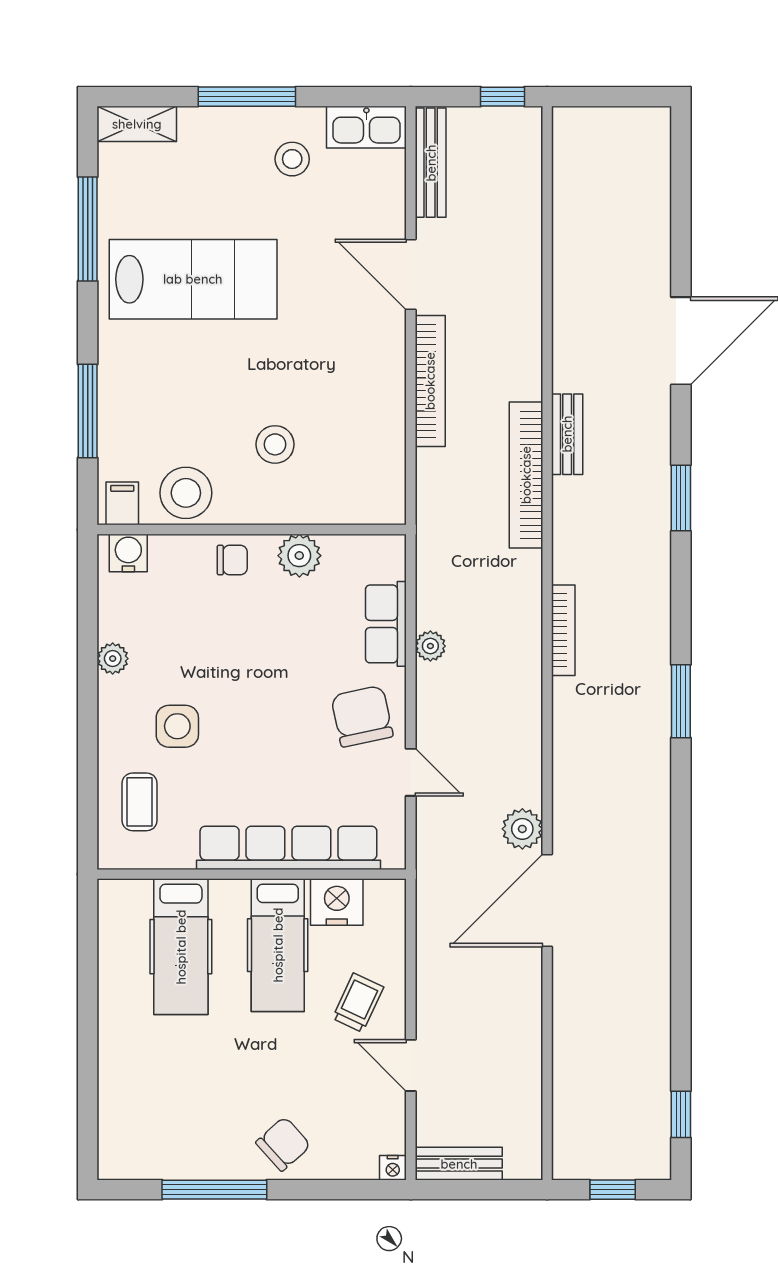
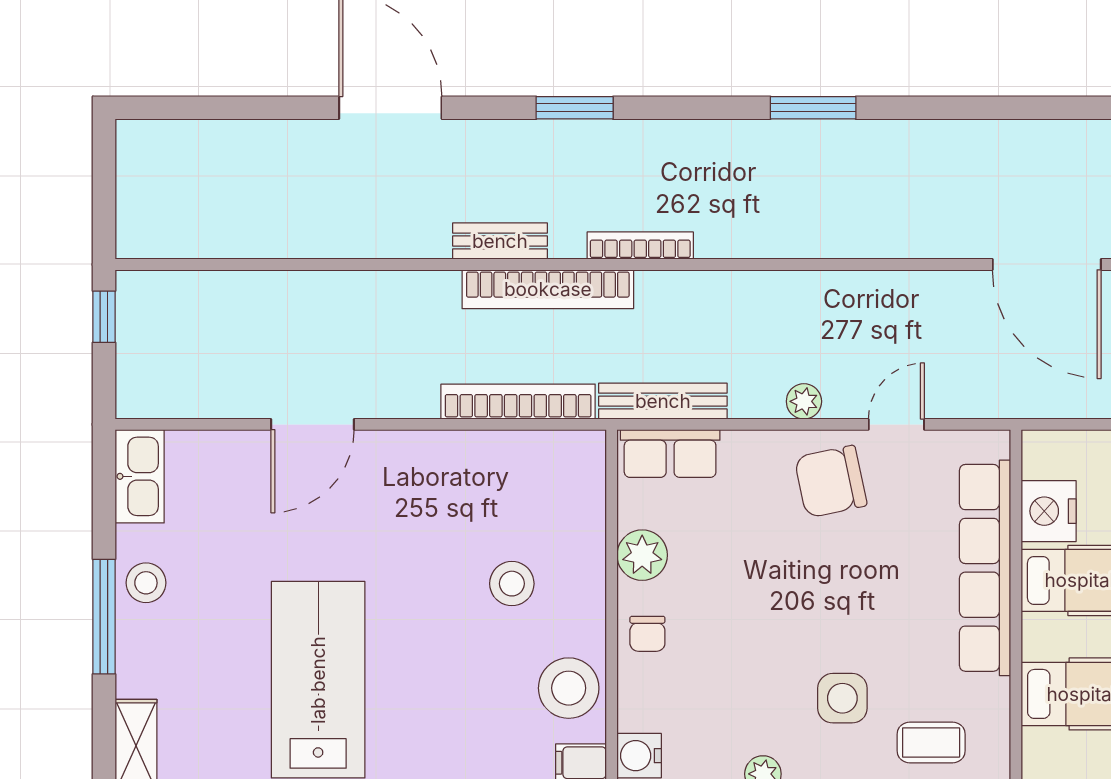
stool: (292, 159) -> (146, 583), moved
bench: (431, 163) -> (663, 401), moved
bookcase: (430, 381) -> (518, 402), moved
chair: (232, 560) -> (647, 634), turned 180
row of seats: (386, 624) -> (670, 454), moved
bookcase: (563, 630) -> (640, 246), moved
plant: (430, 646) -> (804, 401), moved
plant: (522, 829) -> (963, 294), removed

